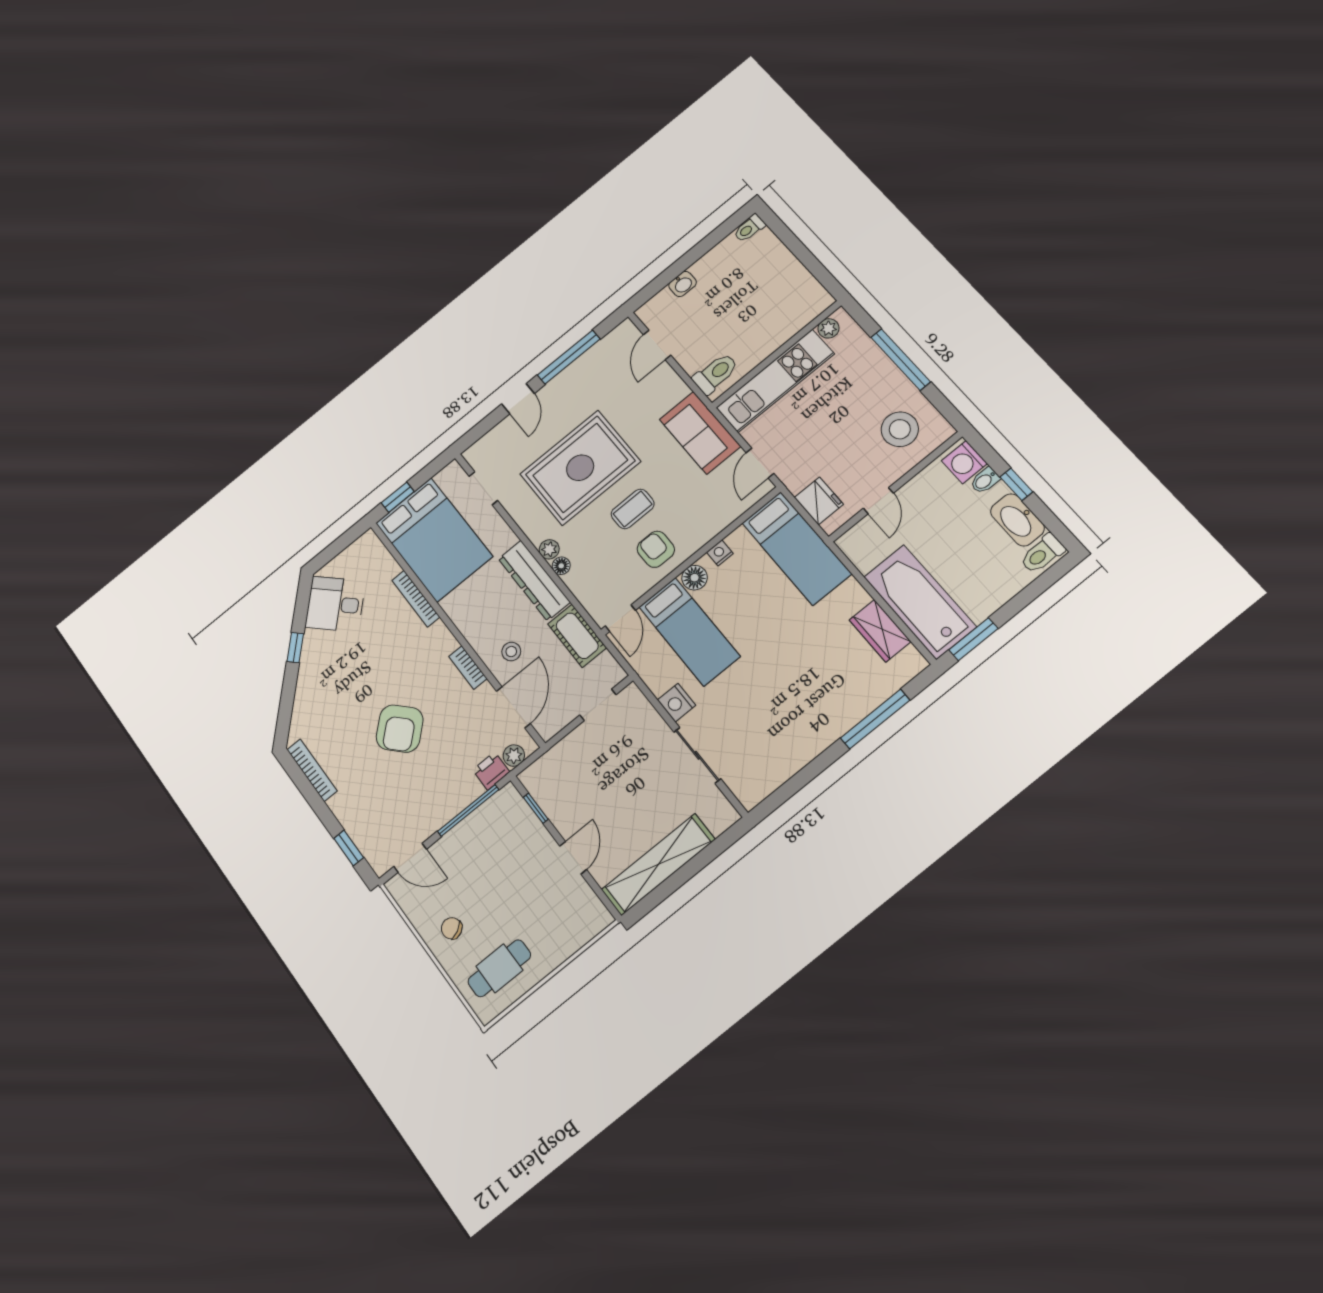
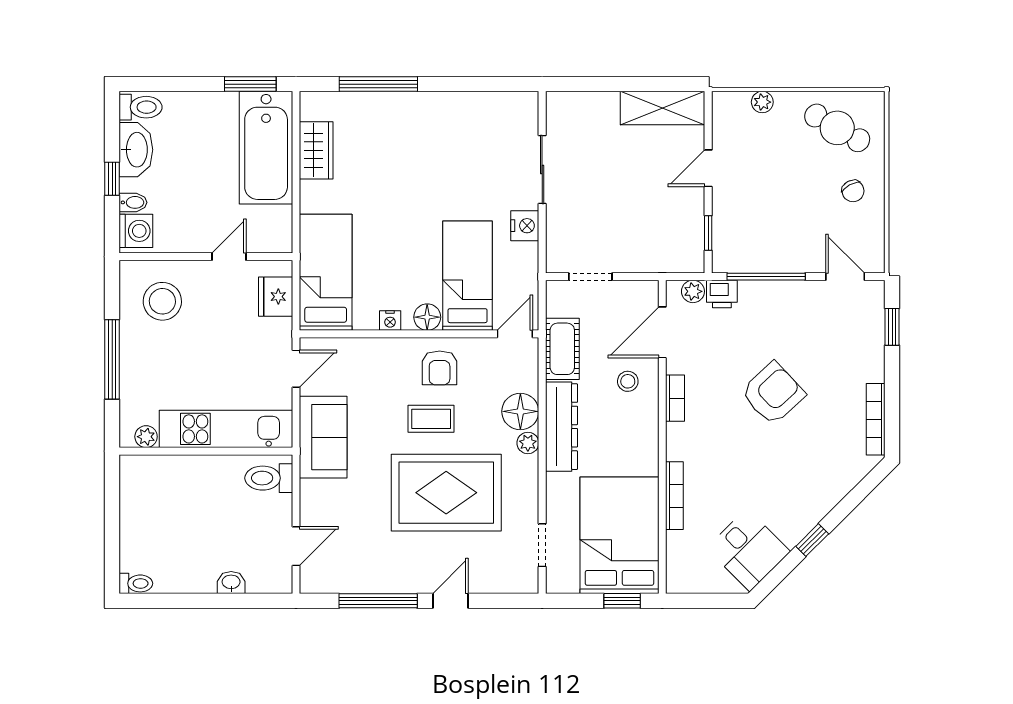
floor lamp: (561, 566) -> (520, 411), width x1.89, depth x1.89
shelving: (658, 864) -> (663, 108), width x0.68
plant: (571, 943) -> (762, 102), added
cafe table: (499, 968) -> (837, 128), turned 30

